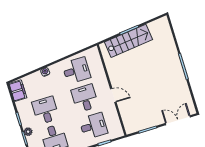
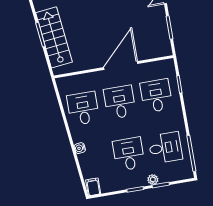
filing cabinet: (18, 91) -> (93, 187), width x0.50
door: (113, 95) -> (121, 65), width x1.87
desk: (85, 98) -> (120, 102), turned 90
desk: (45, 110) -> (129, 154), turned 90

